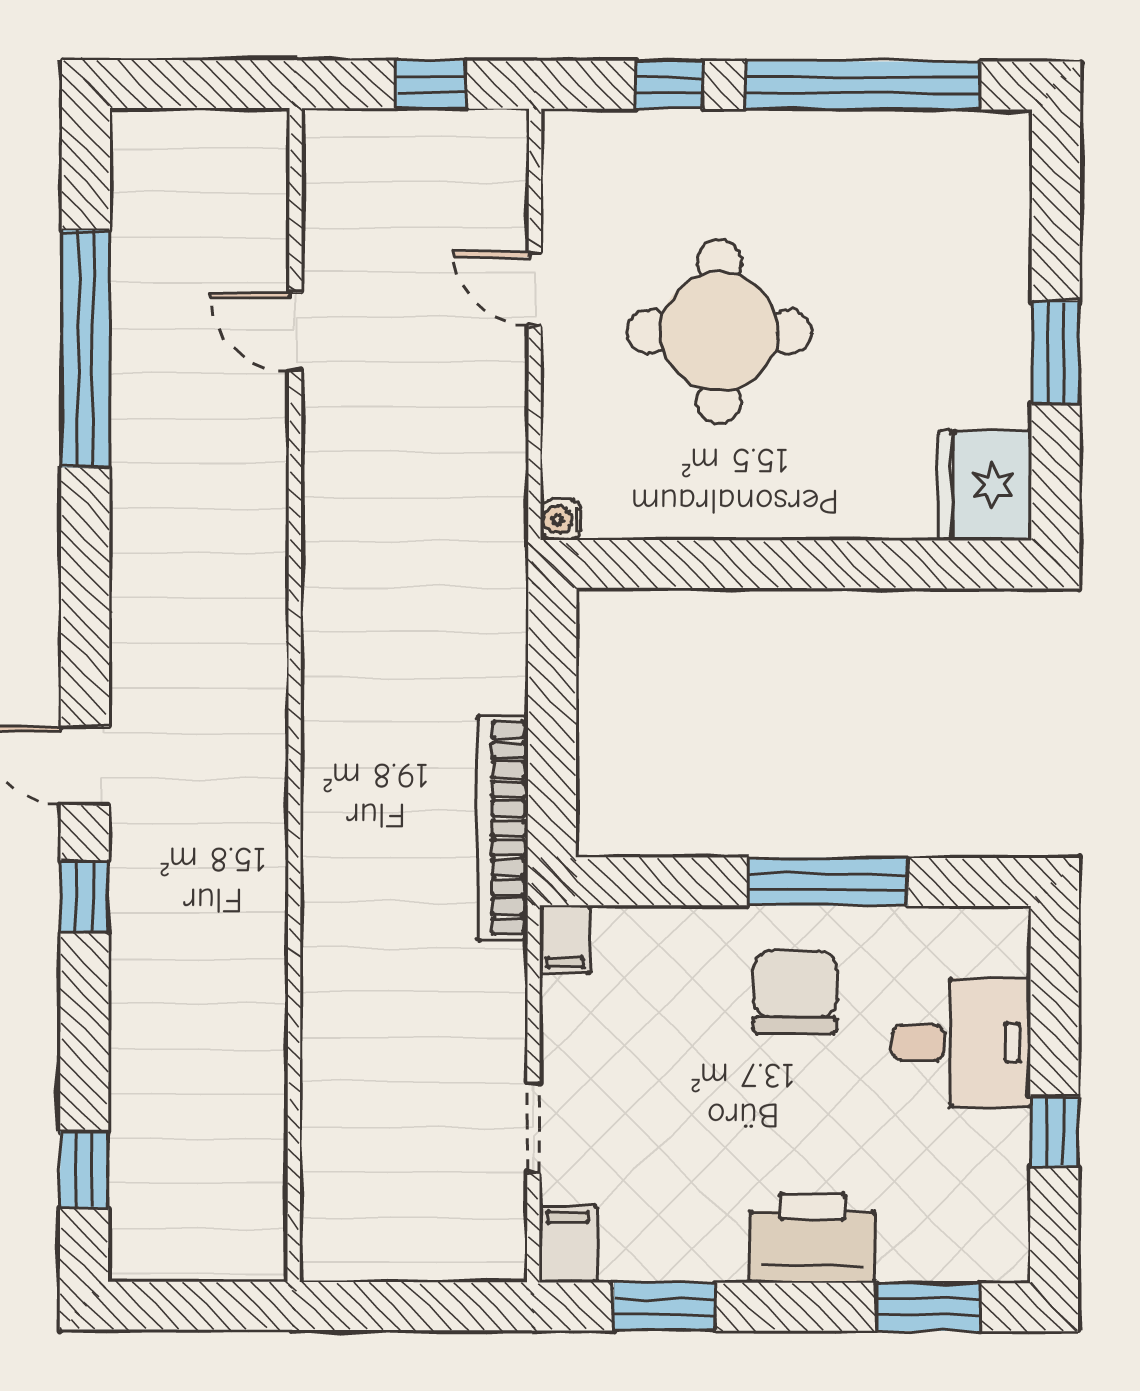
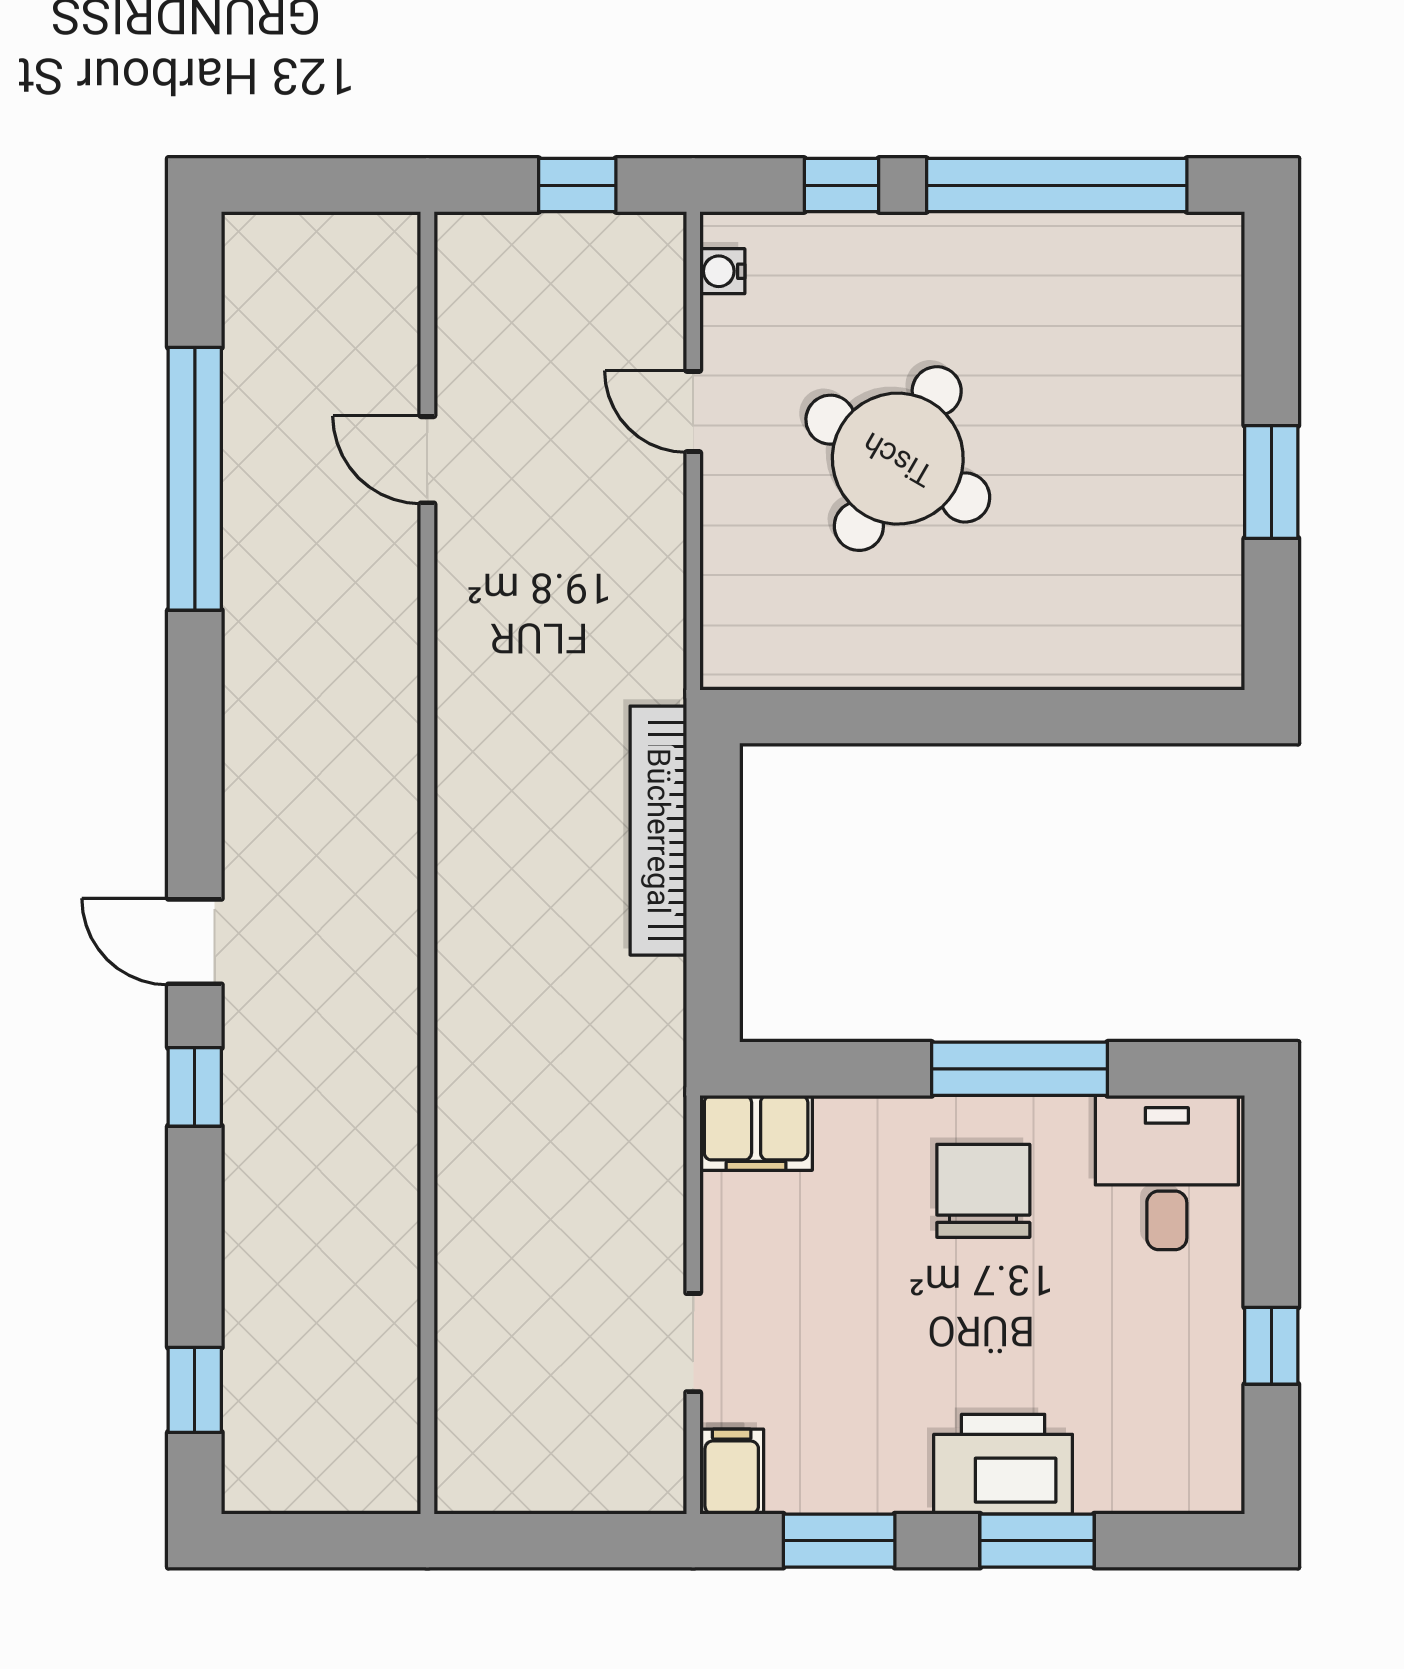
round table: (719, 332) -> (898, 459), turned 30
fridge: (985, 486) -> (1193, 629), removed
water cooler: (561, 520) -> (722, 271), moved
bookcase: (502, 828) -> (658, 831), moved
filing cabinet: (565, 939) -> (756, 1133), width x2.00
desk: (961, 1043) -> (1167, 1173), moved, turned -90
window: (928, 1307) -> (1037, 1541), moved

